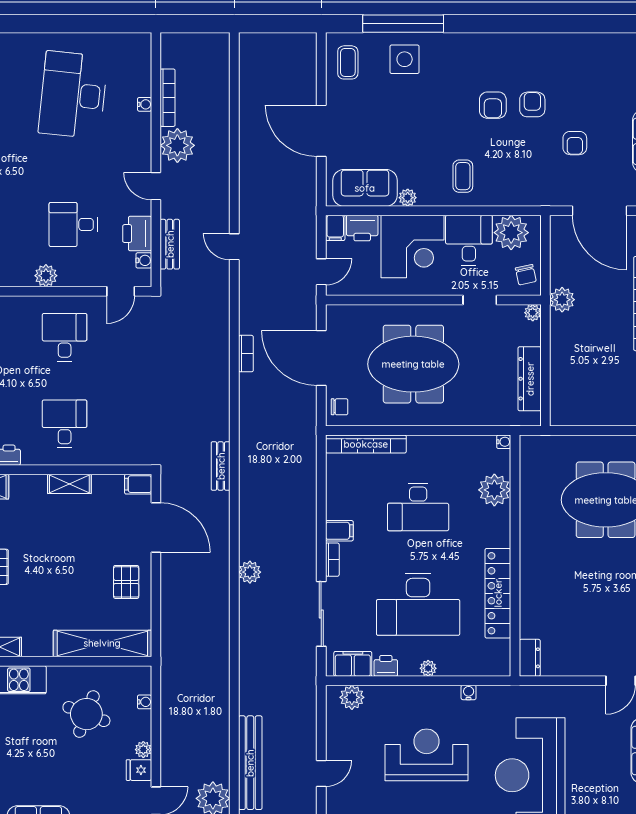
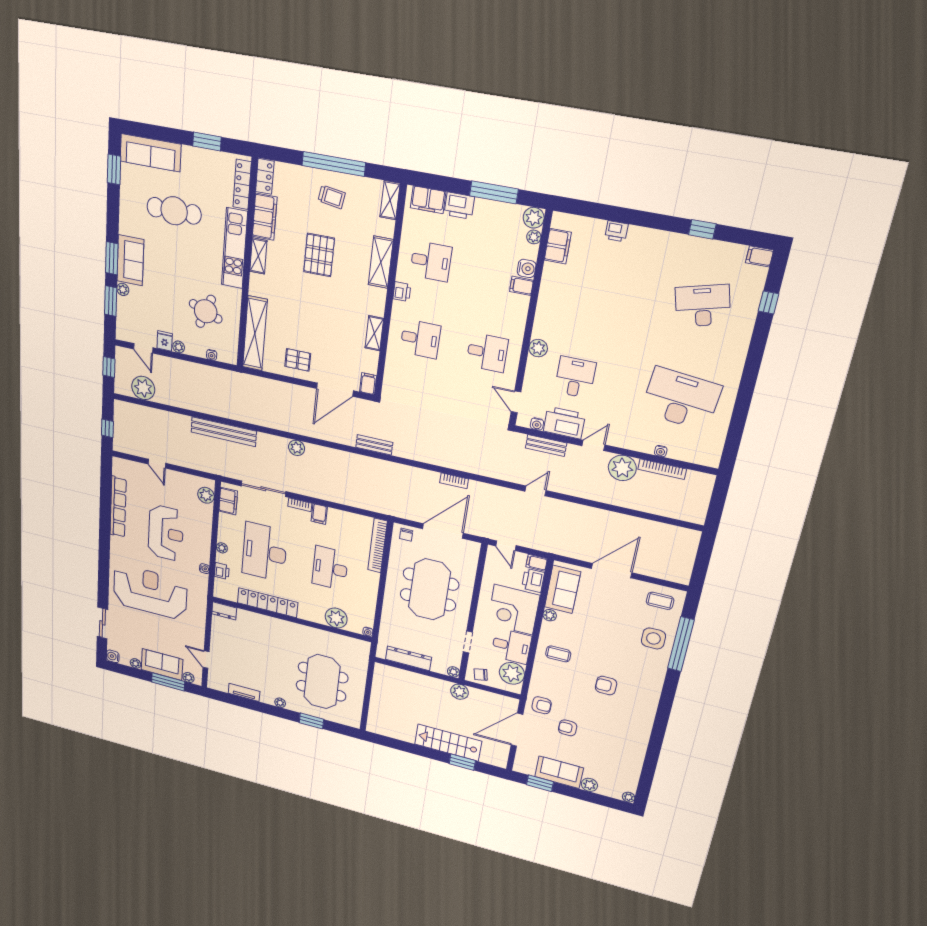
armchair: (532, 104) -> (542, 705), moved
printer: (137, 234) -> (564, 423), width x1.37, depth x1.19
printer: (386, 666) -> (222, 571), moved
bench: (250, 763) -> (224, 432), moved

